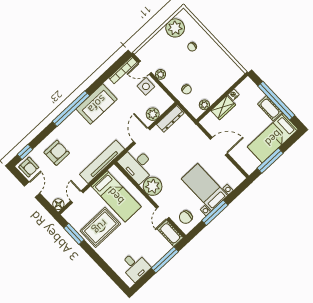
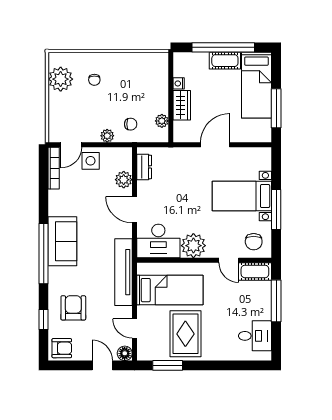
plant: (160, 74) -> (107, 136), moved
sofa: (97, 104) -> (62, 241), moved
dresser: (170, 119) -> (144, 167), width x0.70
window: (25, 152) -> (44, 320), moved
door: (32, 190) -> (102, 365), moved

